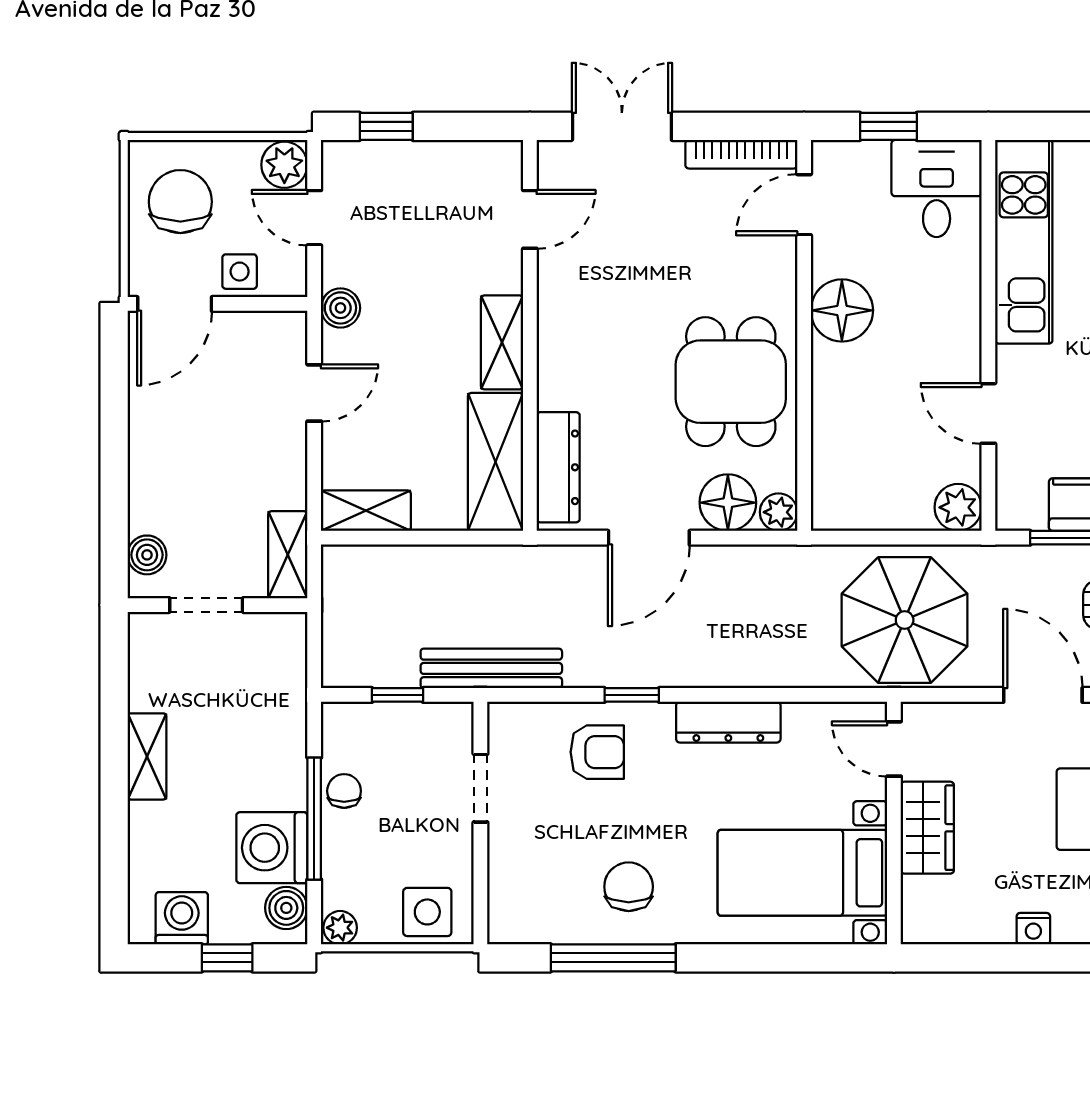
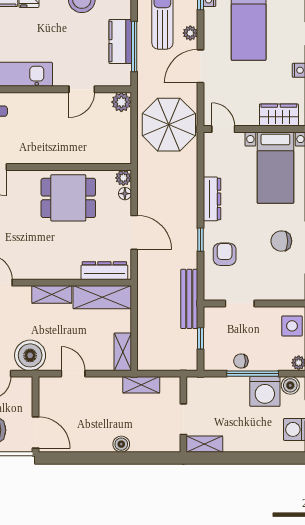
side table: (240, 272) -> (22, 405), removed
boiler: (340, 308) -> (30, 355), width x1.86, depth x1.86
floor lamp: (842, 310) -> (38, 151), removed
floor lamp: (728, 503) -> (125, 194), width x0.53, depth x0.53
boiler: (147, 555) -> (121, 444), moved
doorway: (206, 605) -> (183, 419), moved
wall: (218, 605) -> (183, 414), moved
door: (894, 749) -> (223, 129), swing flipped
shelving: (147, 756) -> (204, 444), moved
wardrobe: (927, 828) -> (279, 115), moved

